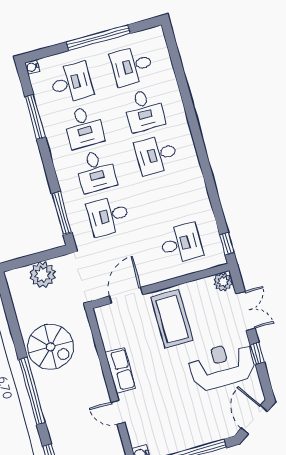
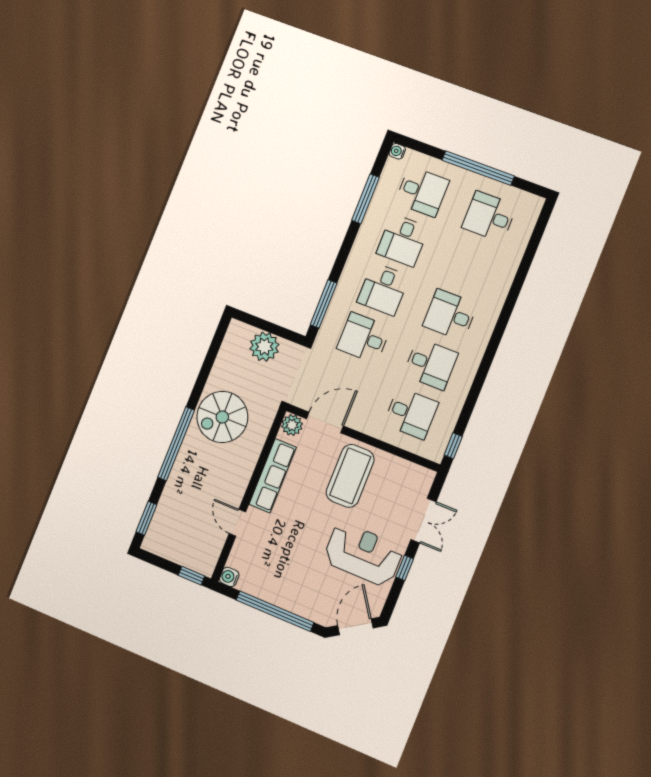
desk: (144, 110) -> (431, 364), moved, turned -90
plant: (223, 282) -> (292, 425), moved
spiral stairs: (51, 347) -> (222, 417), turned 90
row of seats: (120, 370) -> (273, 476), width x1.48

